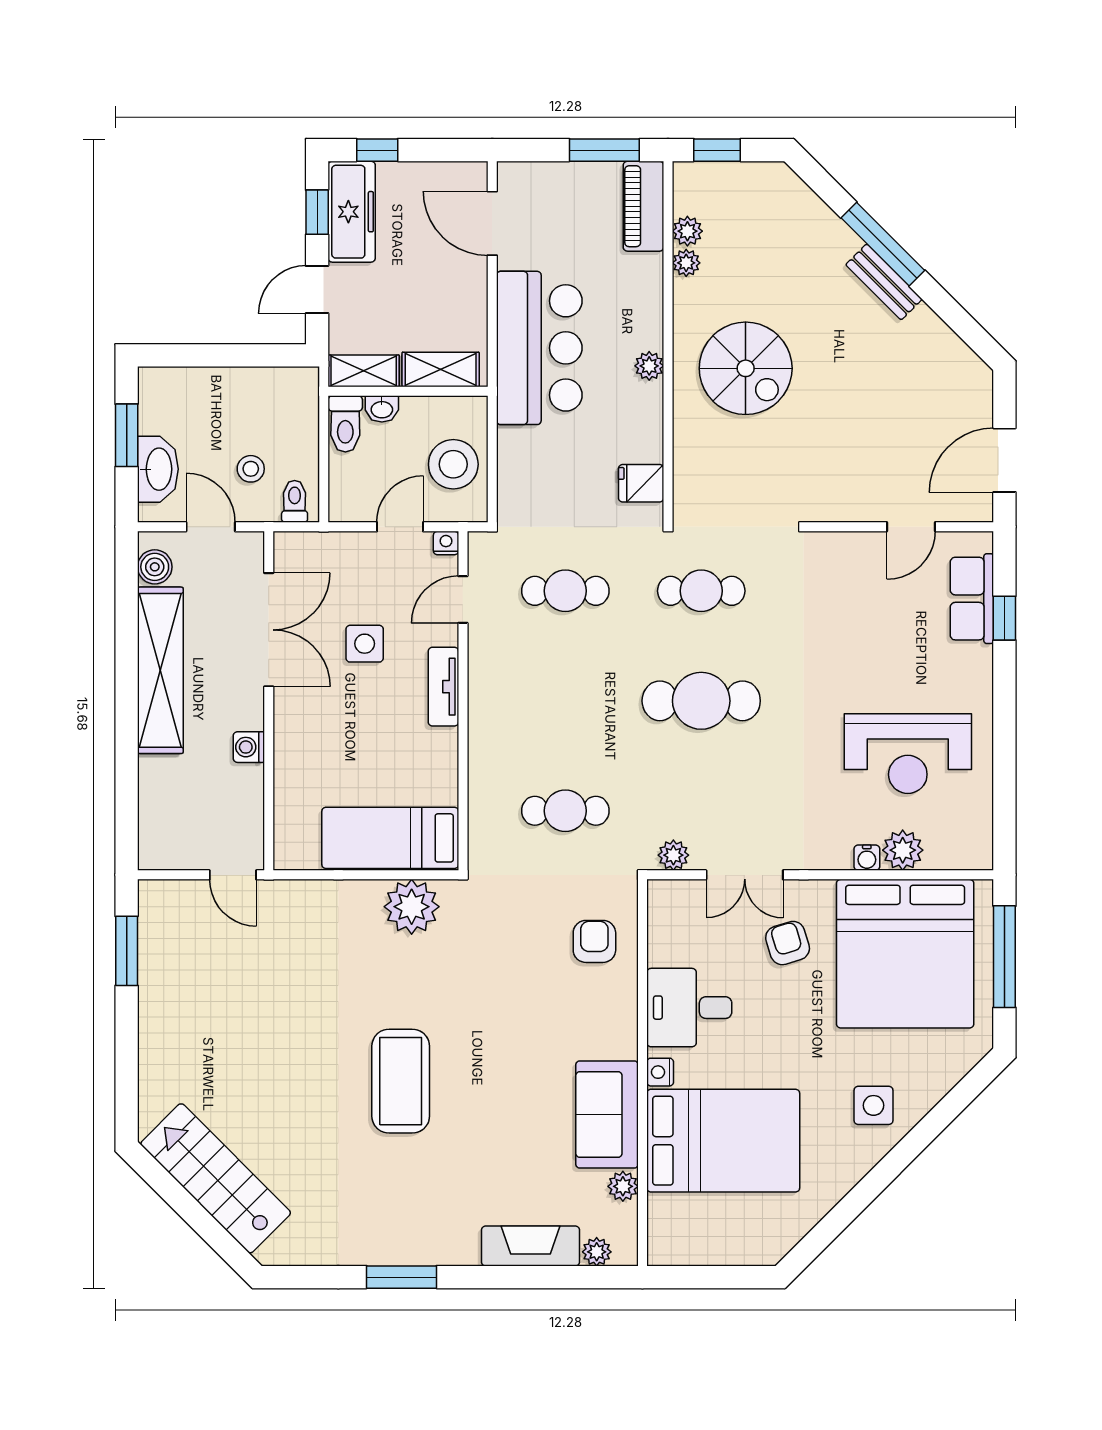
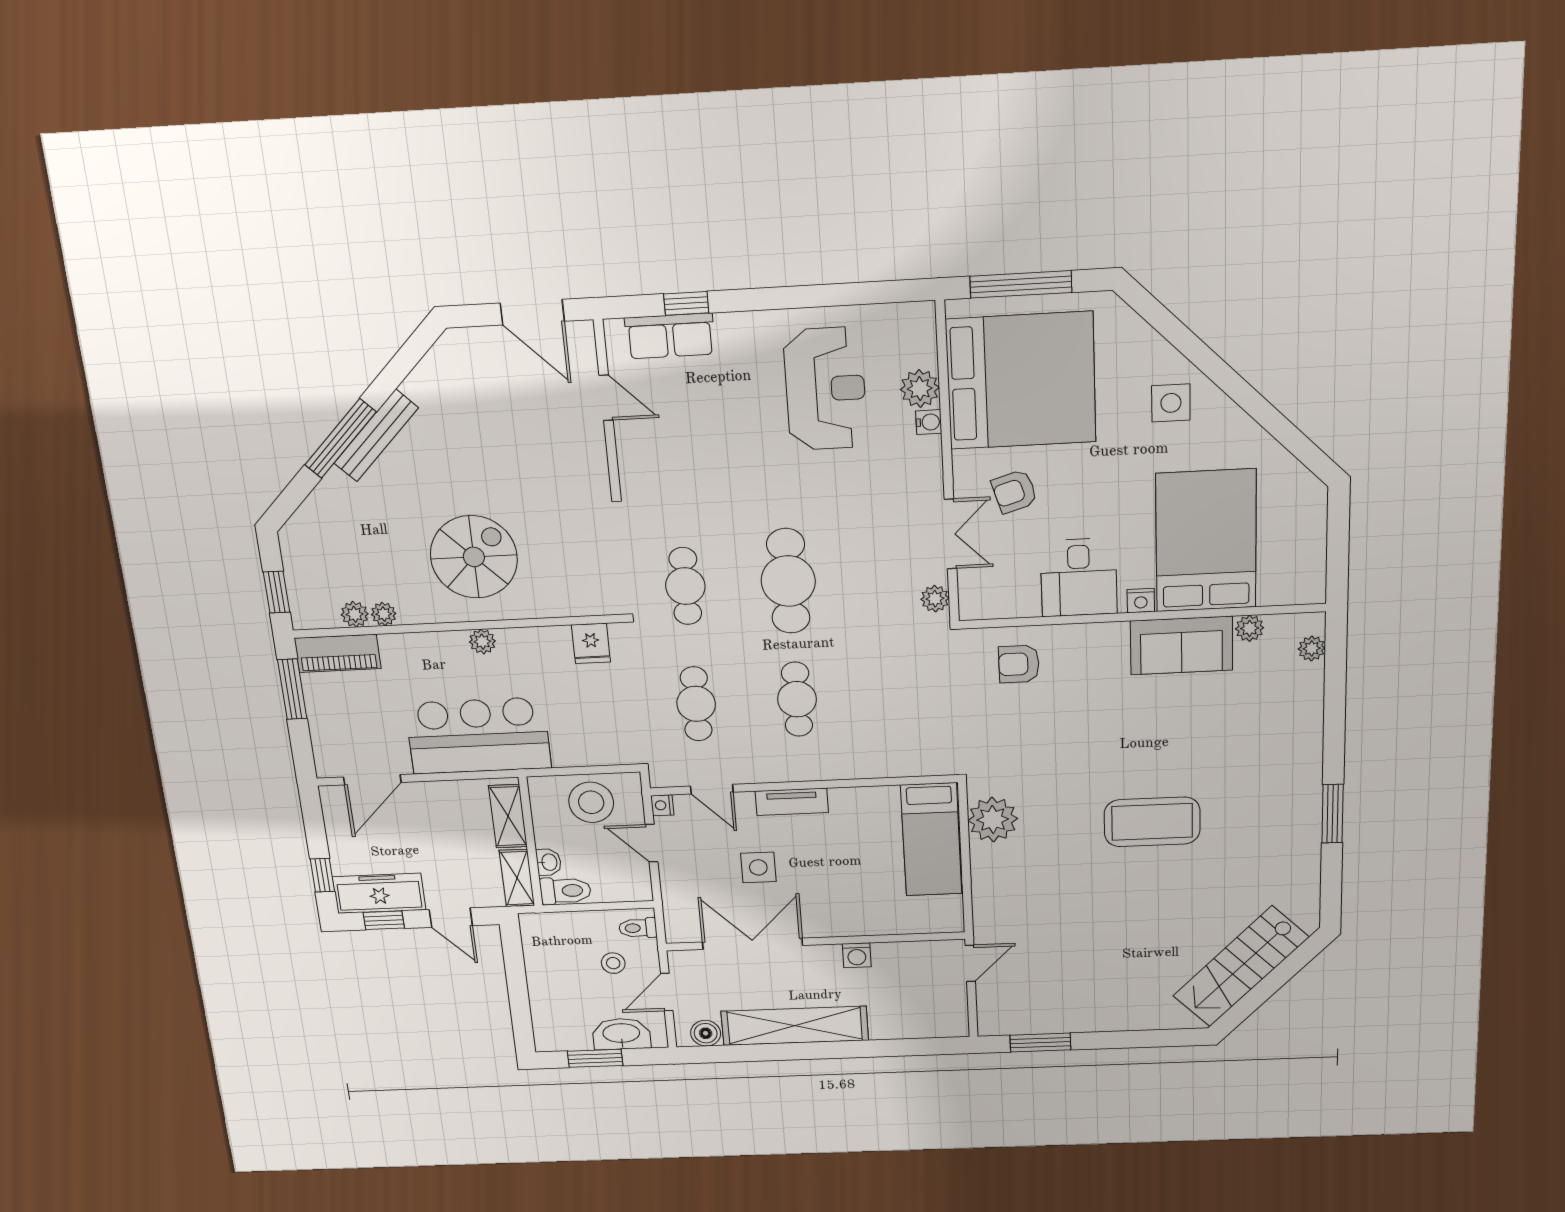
bench: (884, 282) -> (376, 436), width x1.36
cafe table: (565, 811) -> (797, 699), moved
fireplace: (530, 1246) -> (1305, 706), removed

